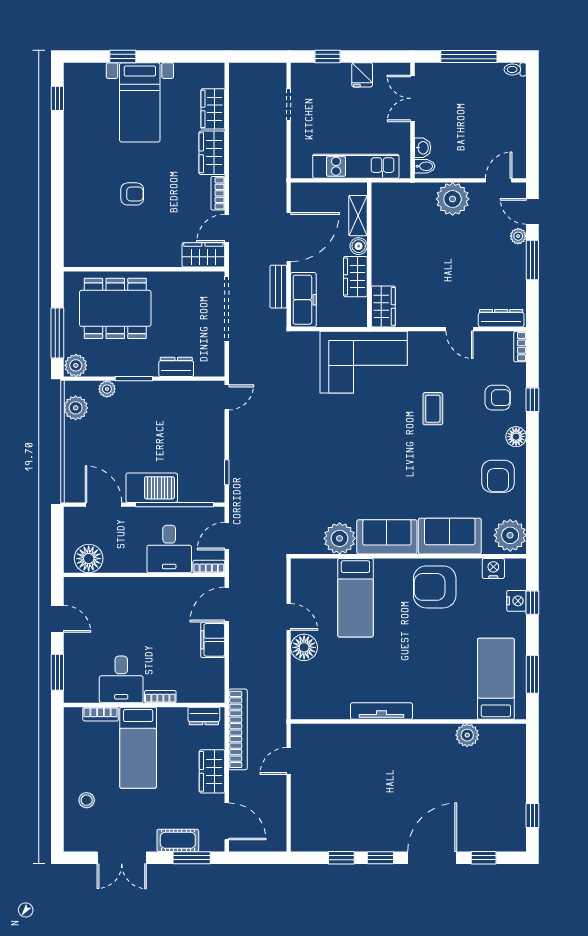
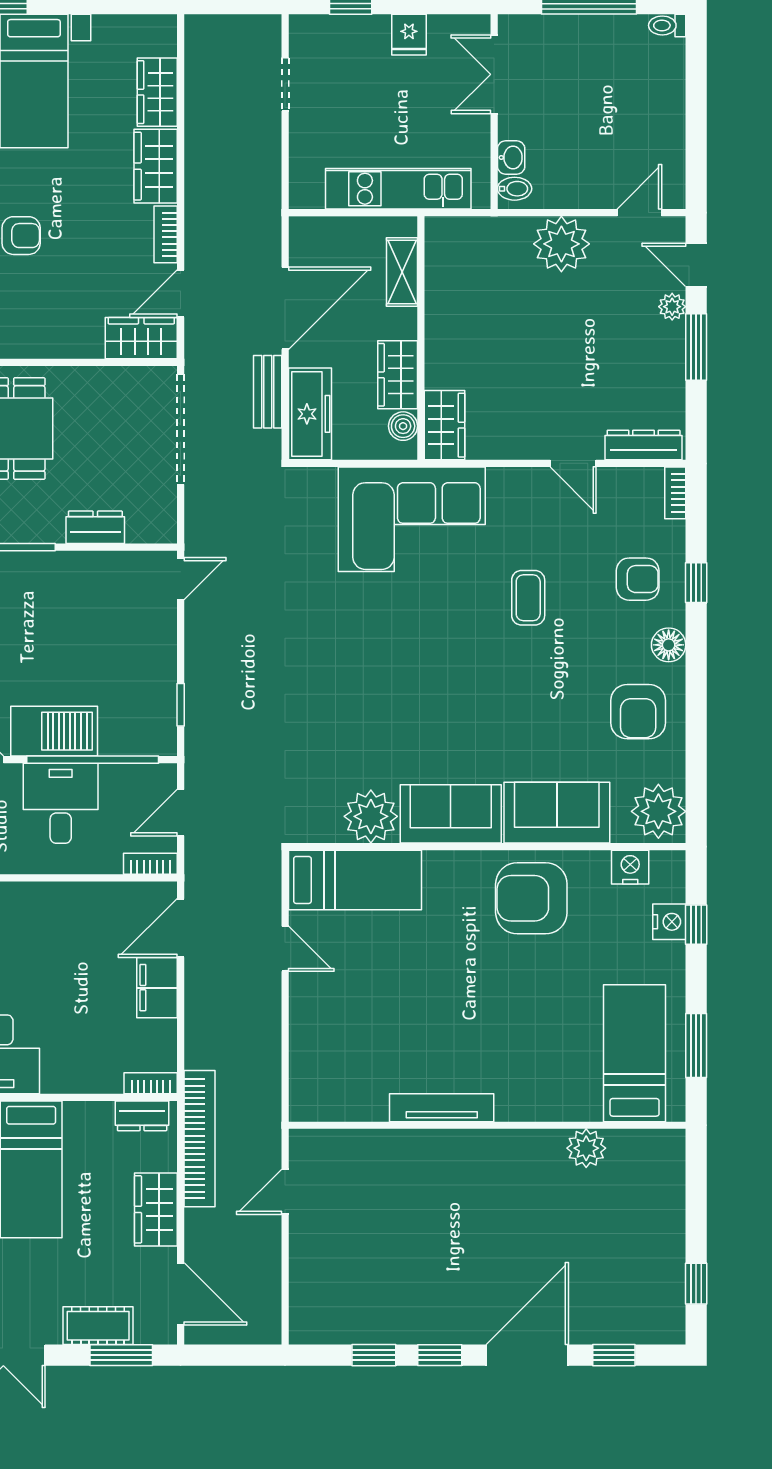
boiler: (359, 246) -> (403, 426), moved
desk: (169, 549) -> (61, 803), moved, turned 180
bed: (355, 598) -> (355, 880), moved, turned -90
floor lamp: (304, 647) -> (311, 1000), removed
bookcase: (160, 697) -> (151, 1083), moved

